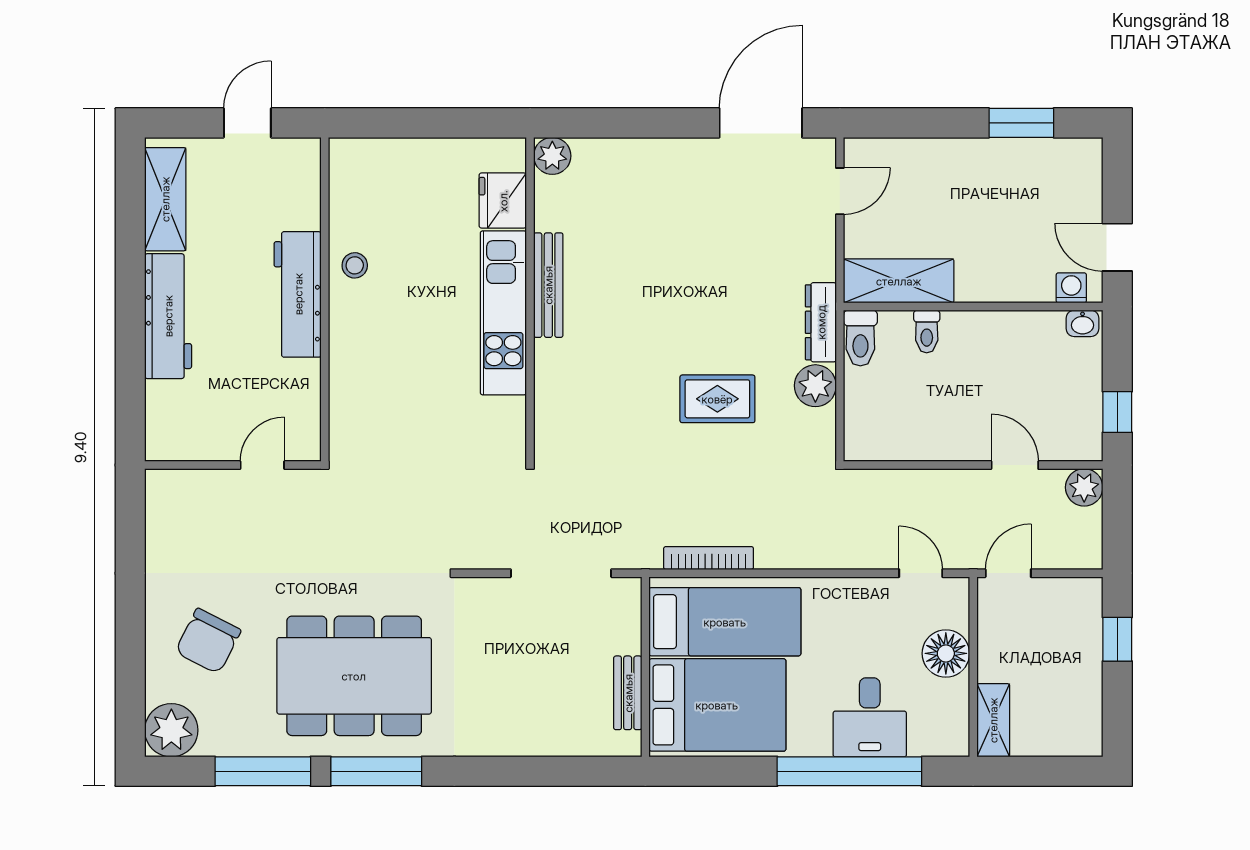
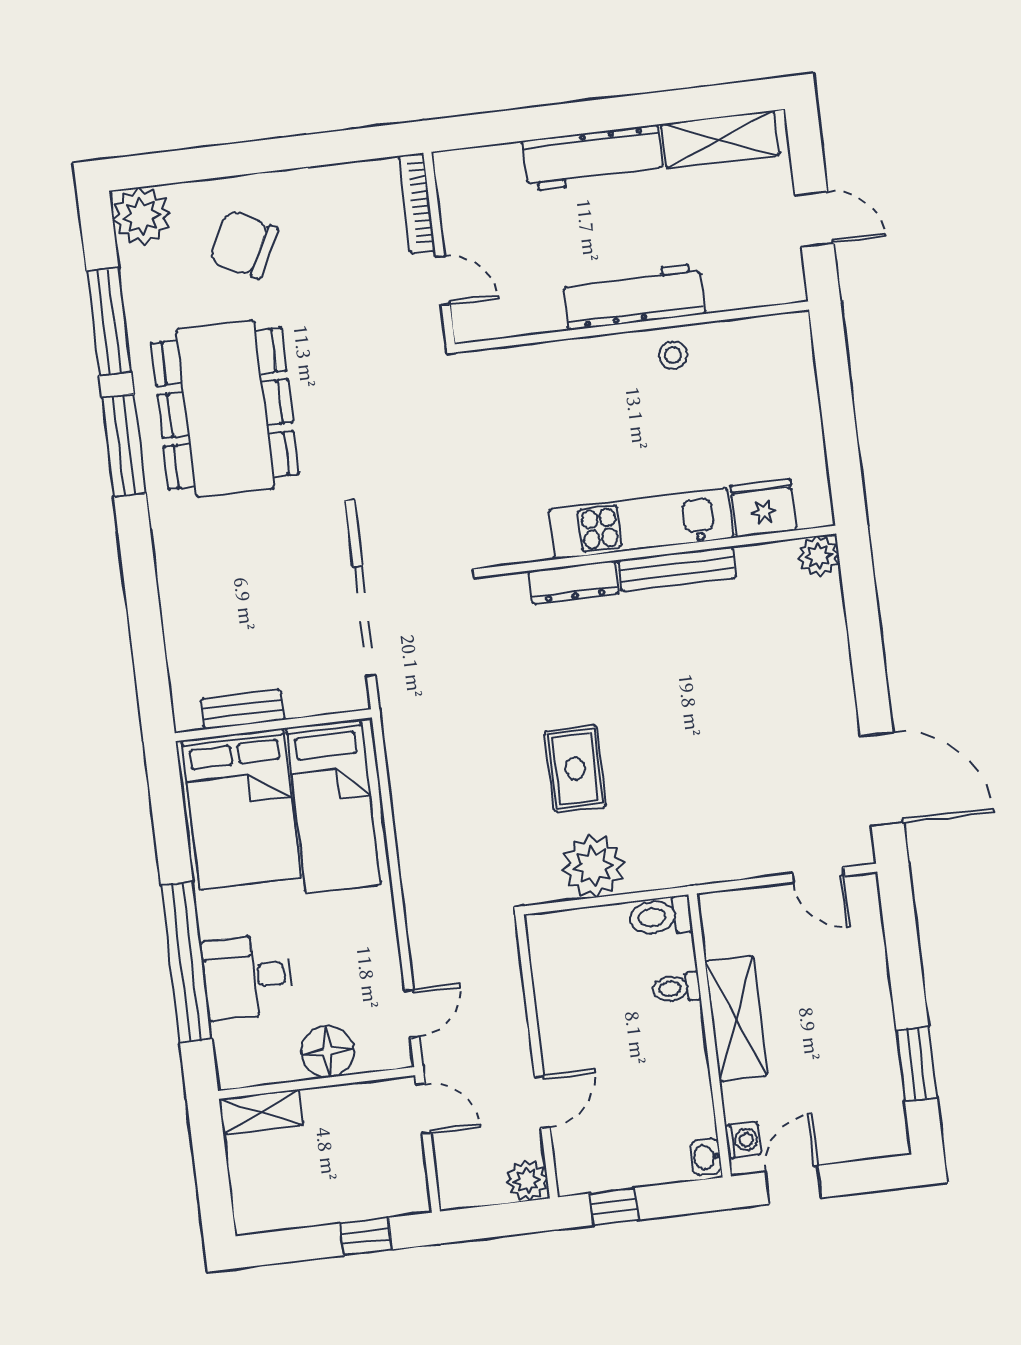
shelving: (899, 281) -> (736, 1018), moved
dresser: (821, 322) -> (574, 582), moved, turned 180
plant: (815, 386) -> (593, 866), width x1.36, depth x1.36
bookcase: (709, 558) -> (417, 203), moved, turned 180

